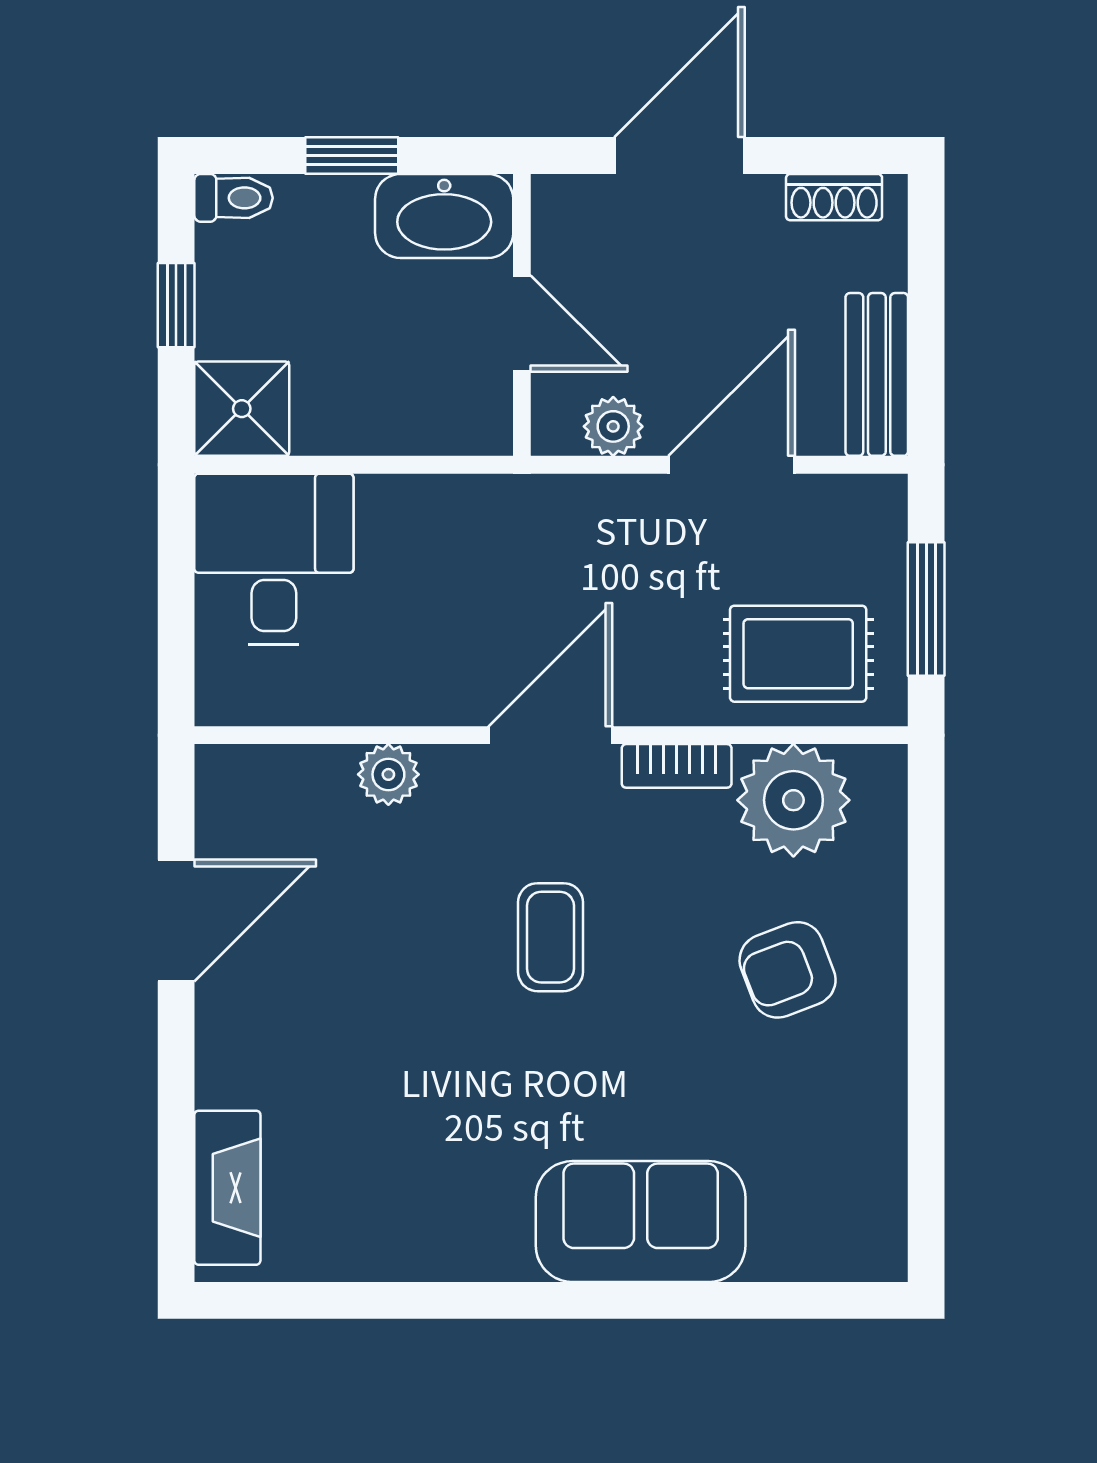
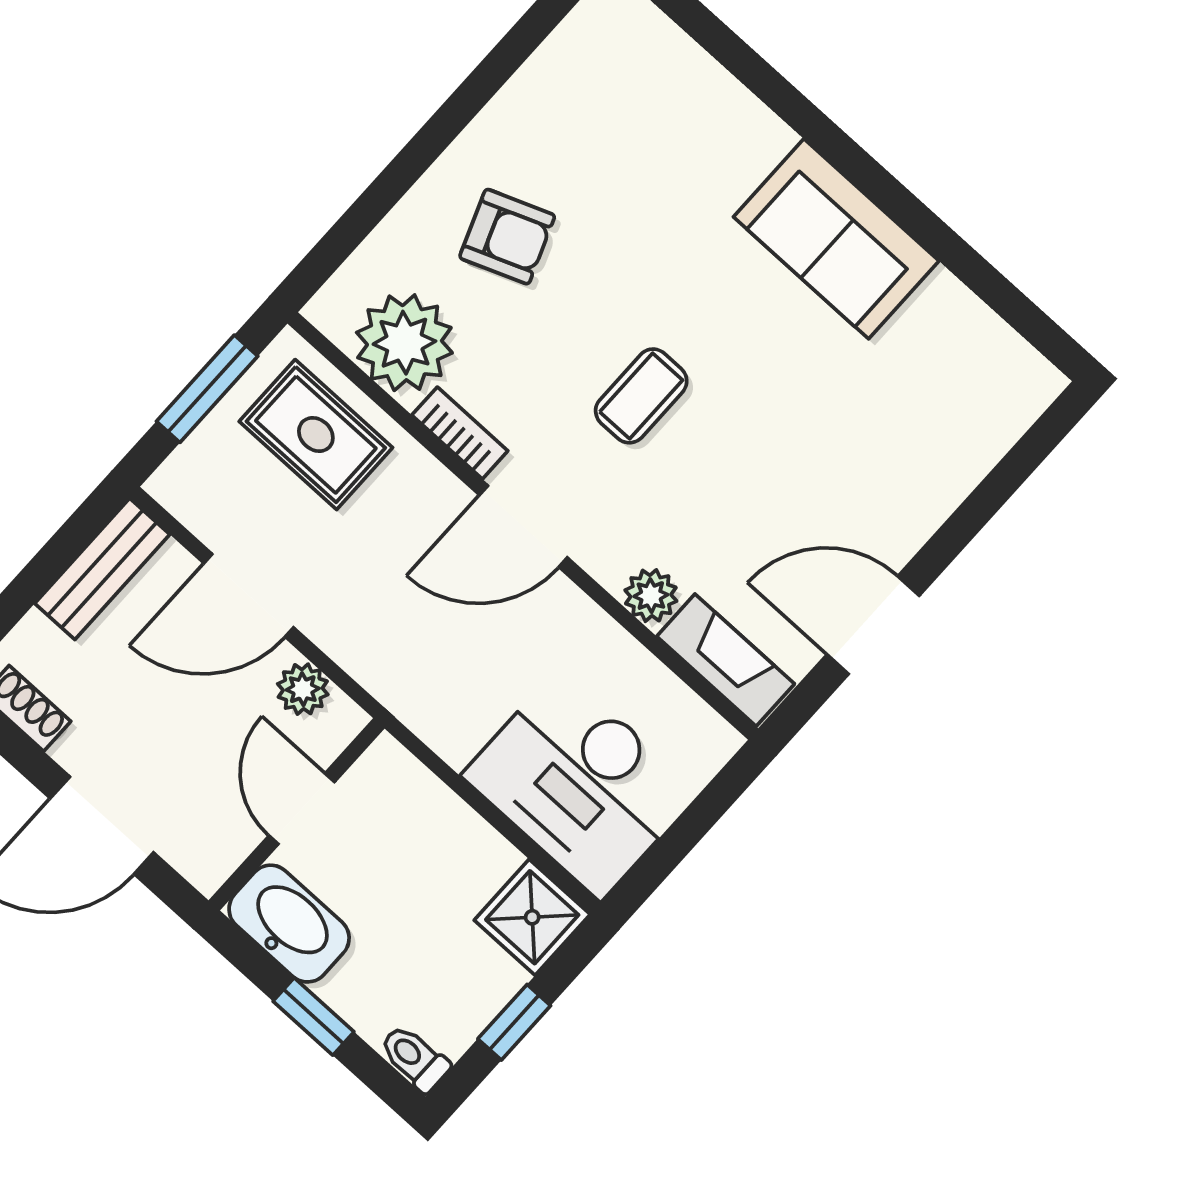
desk: (274, 559) -> (580, 784), width x1.37
fireplace: (227, 1188) -> (726, 660), moved, turned 90
sofa: (641, 1222) -> (836, 239), moved

